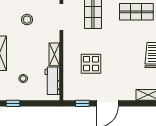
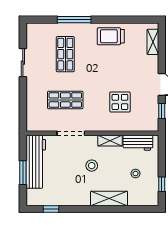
stool: (27, 20) -> (92, 166), moved

